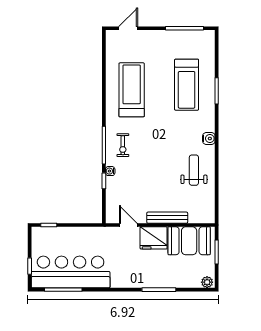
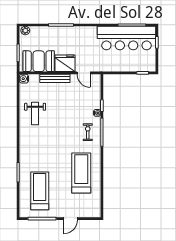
door: (128, 28) -> (70, 219), moved
treadmill: (187, 85) -> (40, 191), moved
treadmill: (132, 90) -> (81, 173), turned 180
water cooler: (209, 138) -> (24, 79), moved

